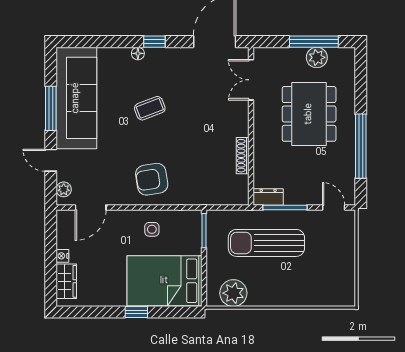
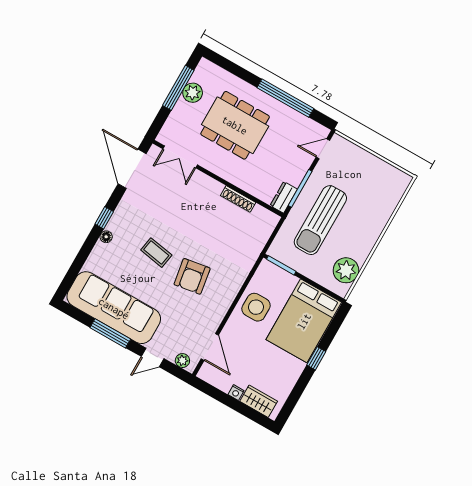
coffee table: (150, 108) -> (156, 253), turned -59
armchair: (152, 179) -> (192, 276), moved
side table: (152, 229) -> (256, 307), width x1.87, depth x1.87

